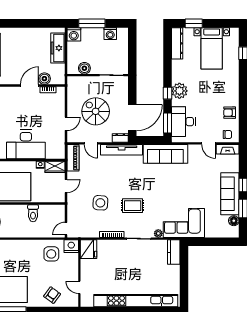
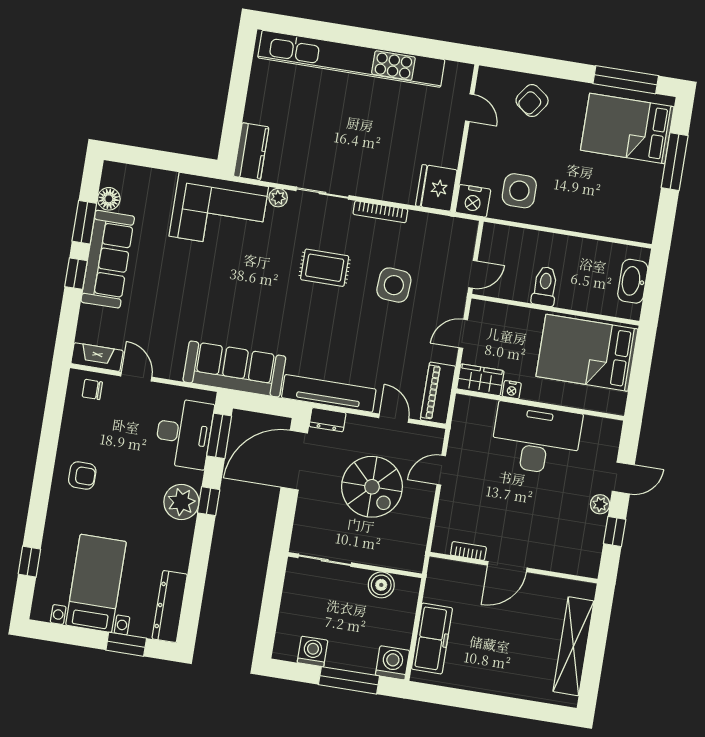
boiler: (44, 79) -> (472, 576), removed
armchair: (230, 113) -> (82, 475), moved
door: (66, 229) -> (473, 274), moved

